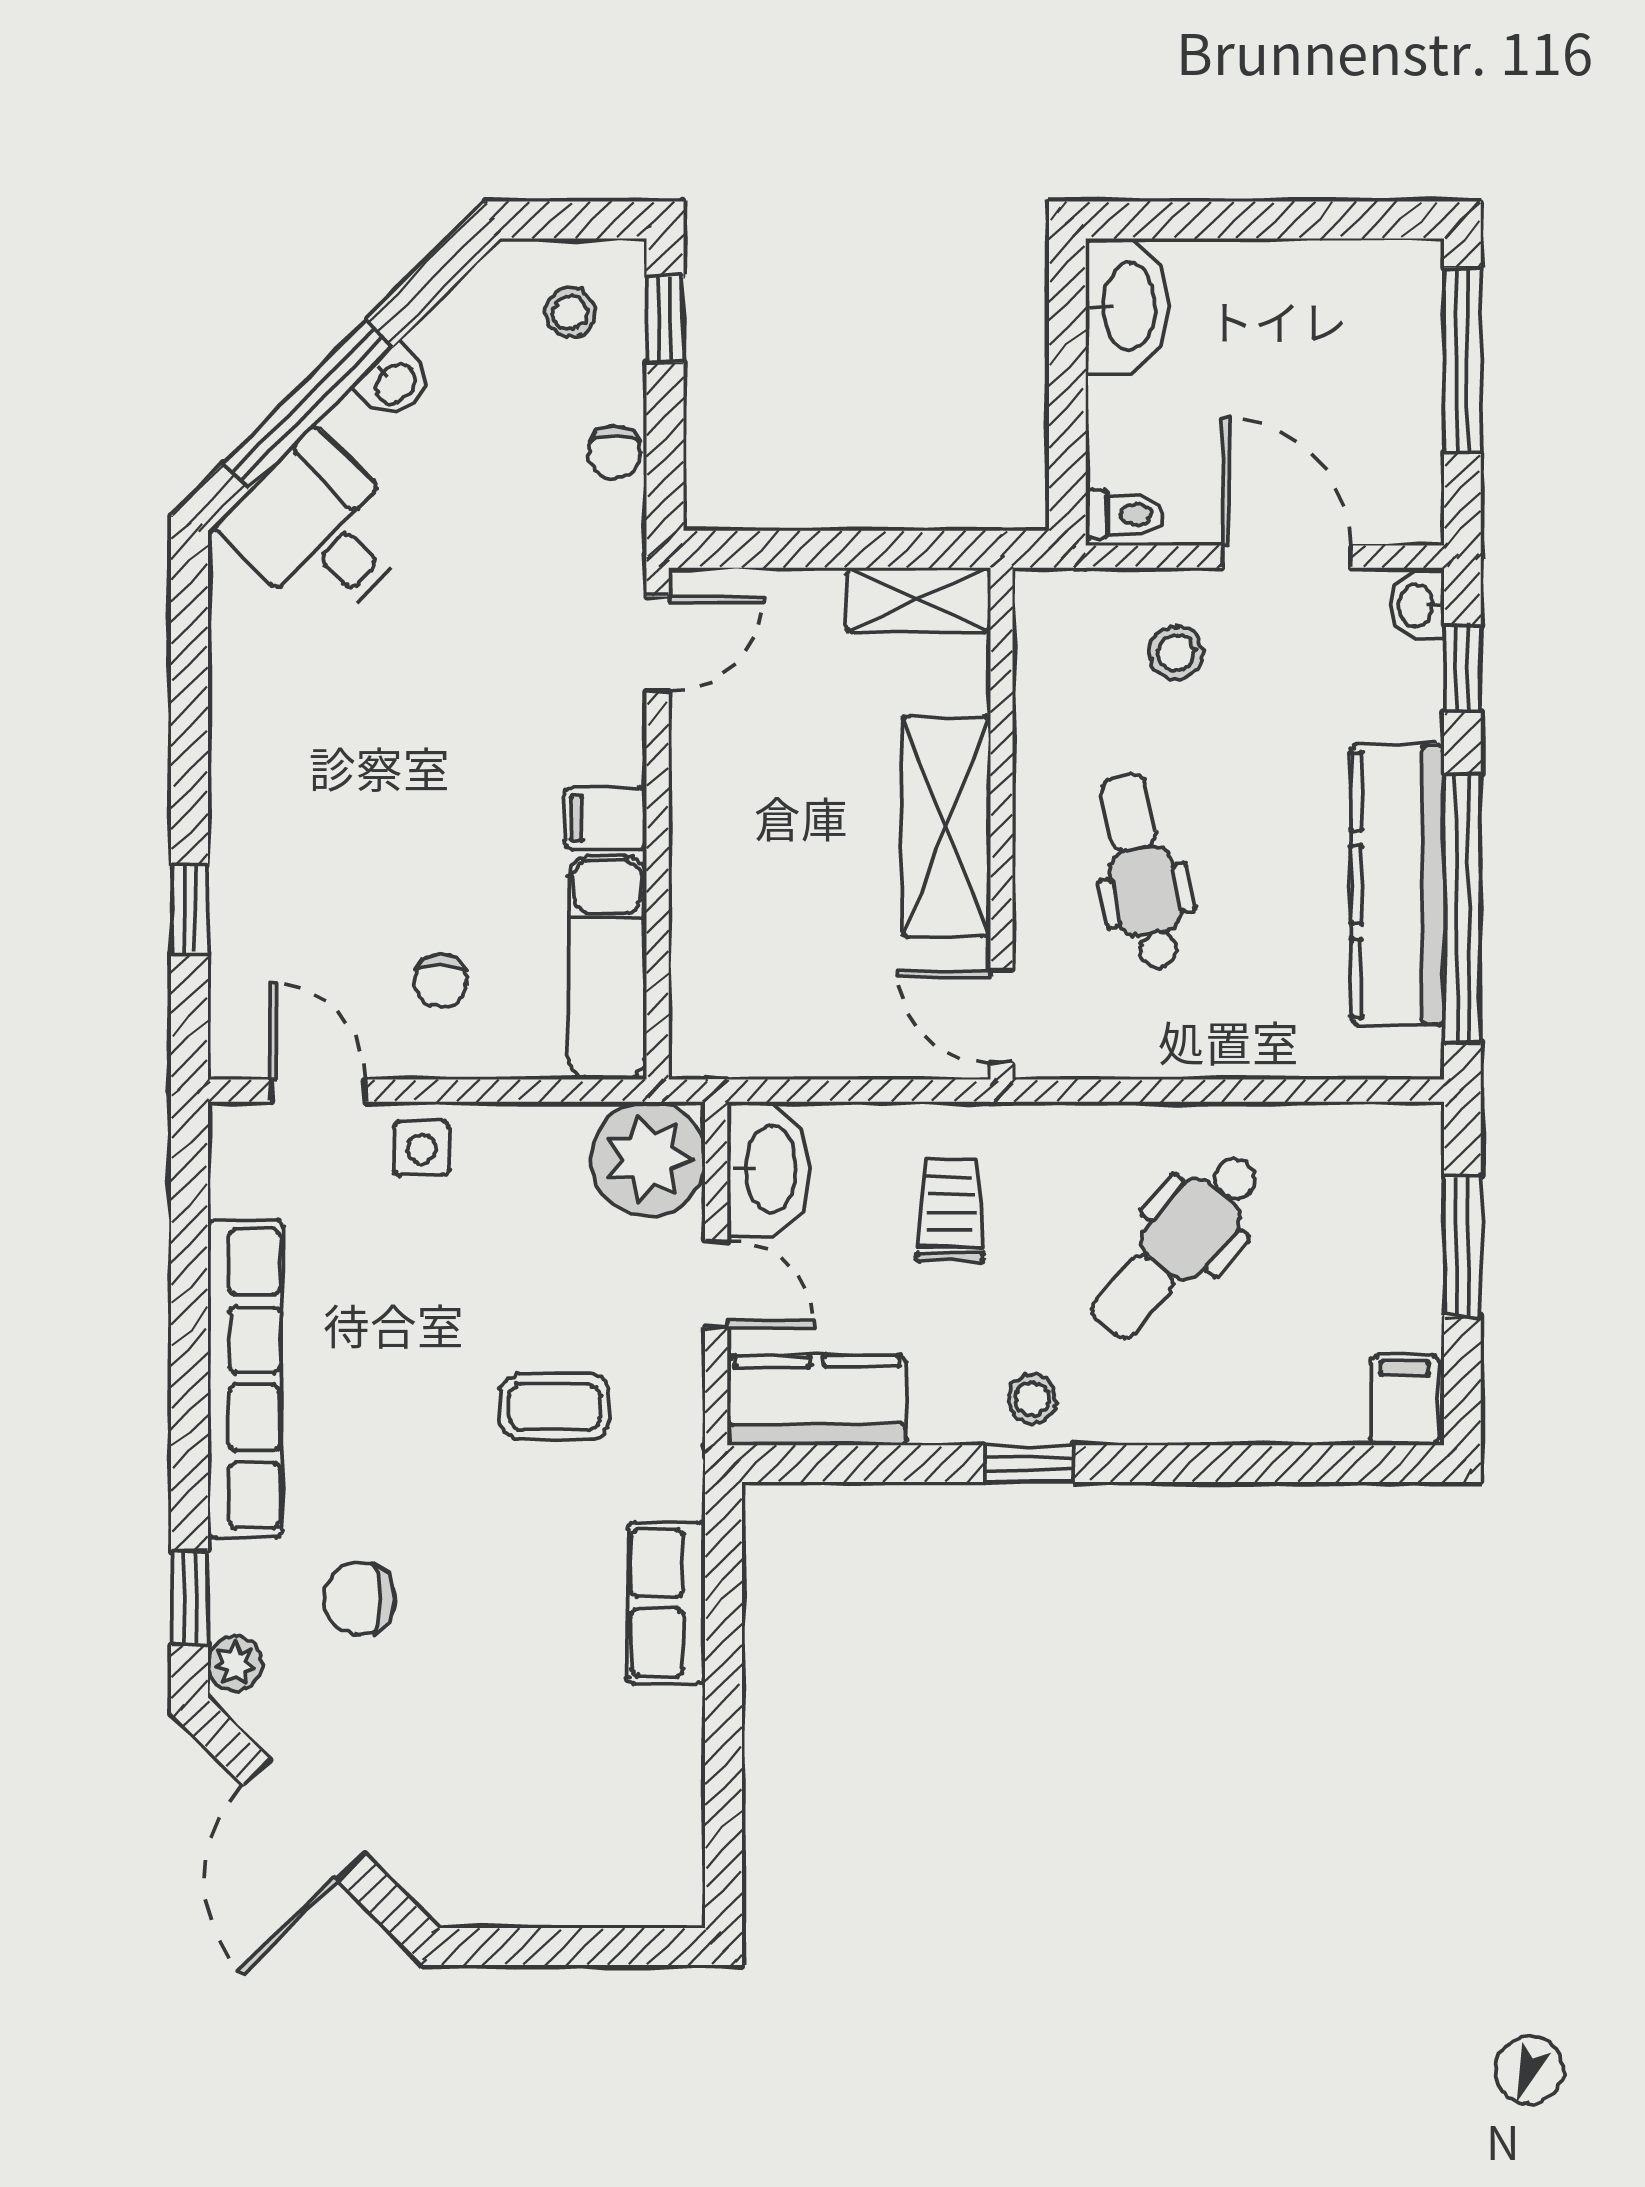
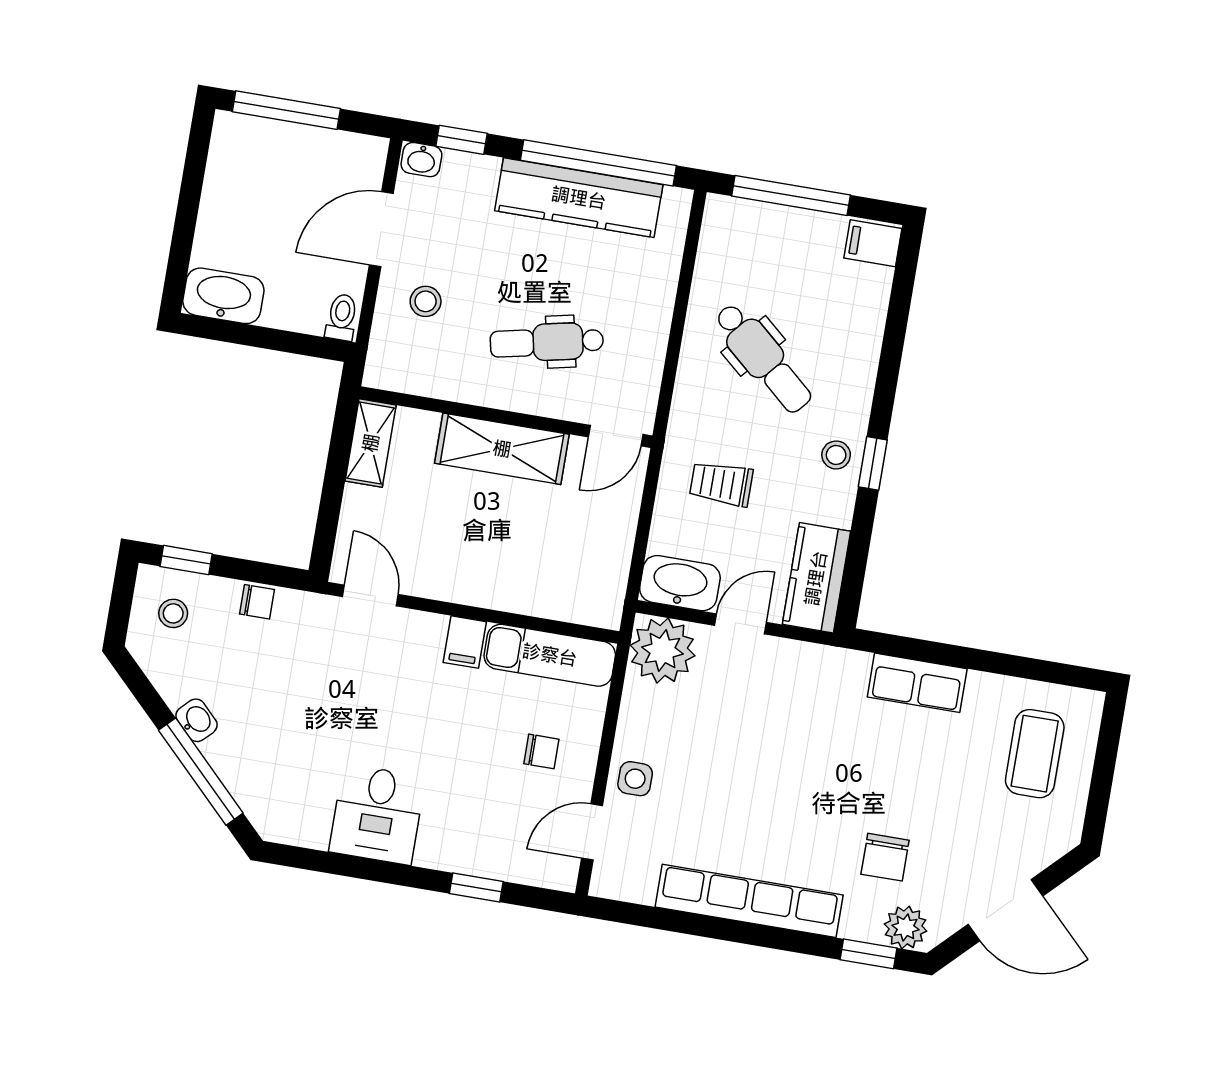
desk: (319, 530) -> (377, 814), moved, turned -45
window: (1462, 1247) -> (791, 196), width x1.44
coffee table: (555, 1407) -> (1035, 754), moved, width x1.36, depth x1.30
plant: (235, 1664) -> (905, 927), width x1.38, depth x1.38

